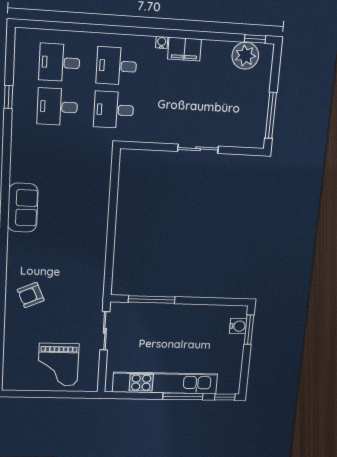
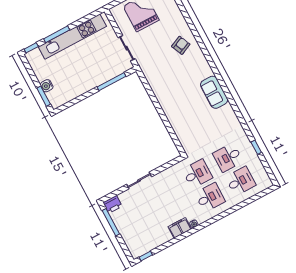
plant: (245, 56) -> (145, 244), removed
desk: (57, 107) -> (228, 157), turned 180
printer: (253, 138) -> (112, 204), added
water cooler: (238, 326) -> (47, 86), moved

